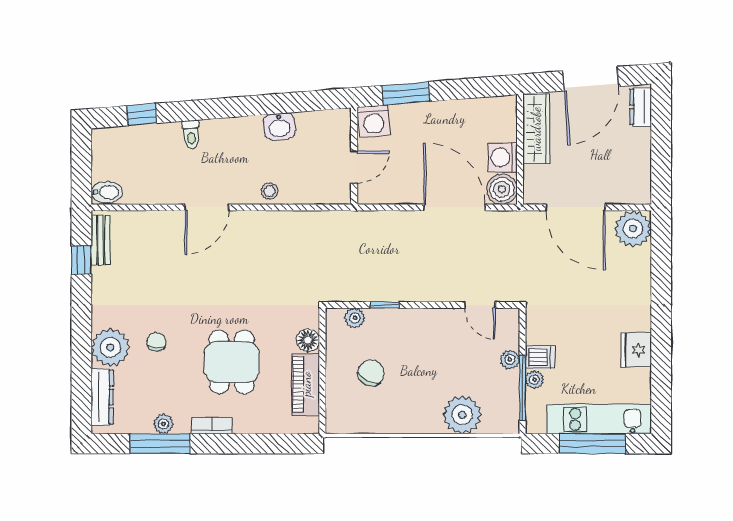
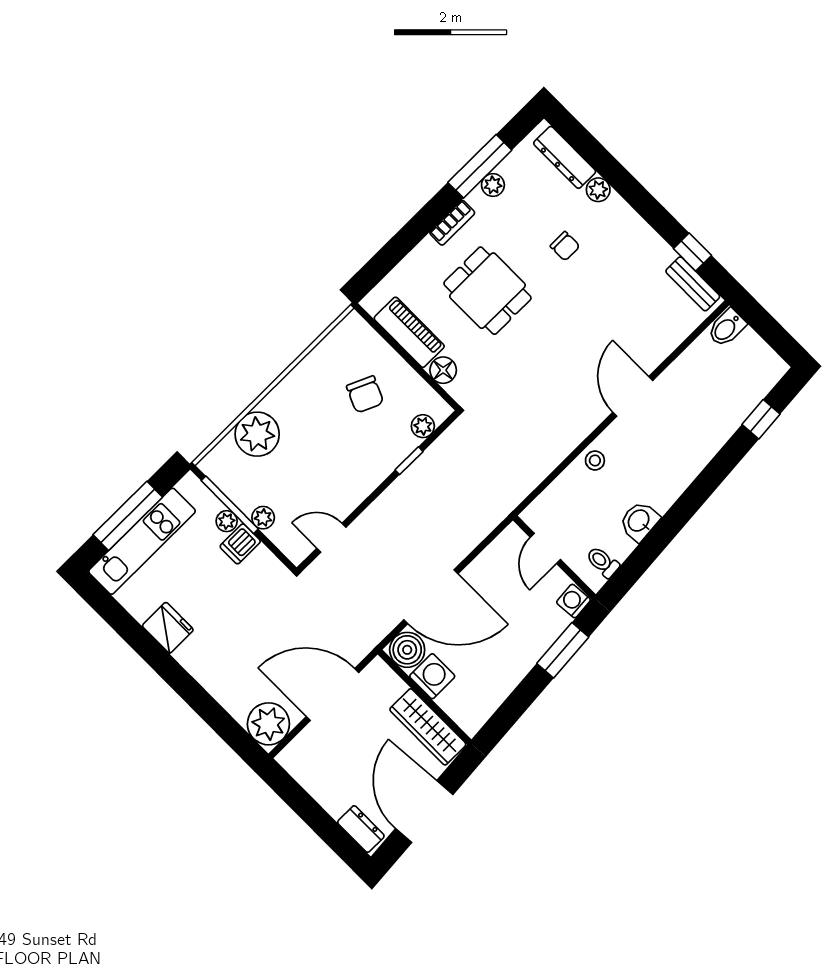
washing machine: (374, 121) -> (573, 601), width x0.73, depth x0.73
toilet: (191, 134) -> (603, 562), moved
plant: (110, 347) -> (598, 190), width x0.53, depth x0.53

